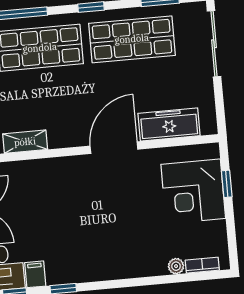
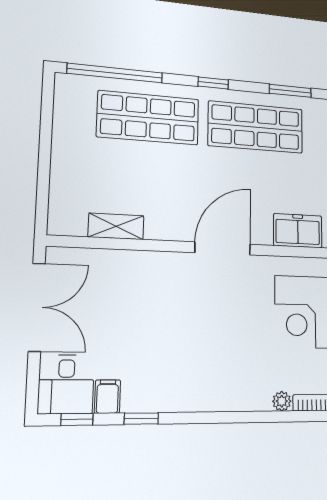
freezer: (169, 124) -> (298, 231), width x0.71

